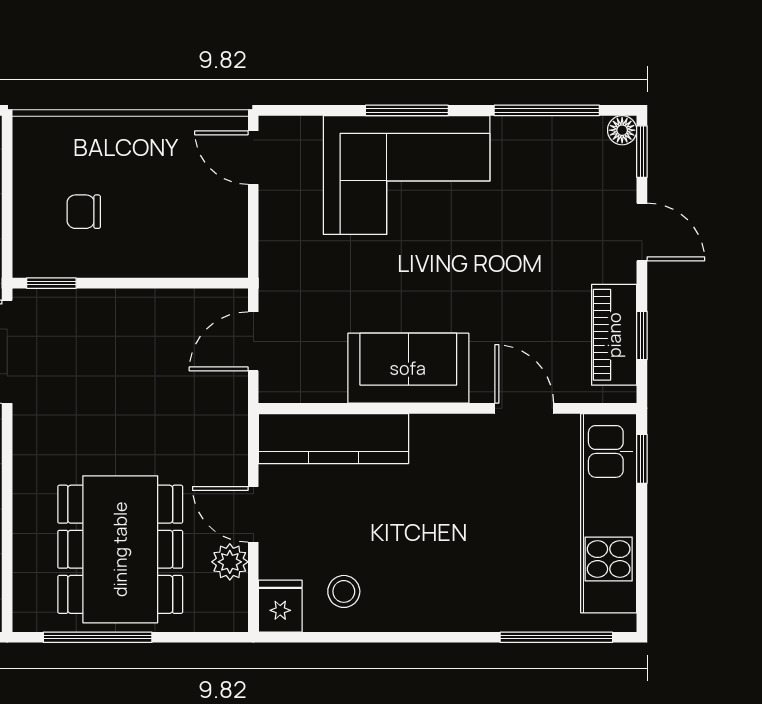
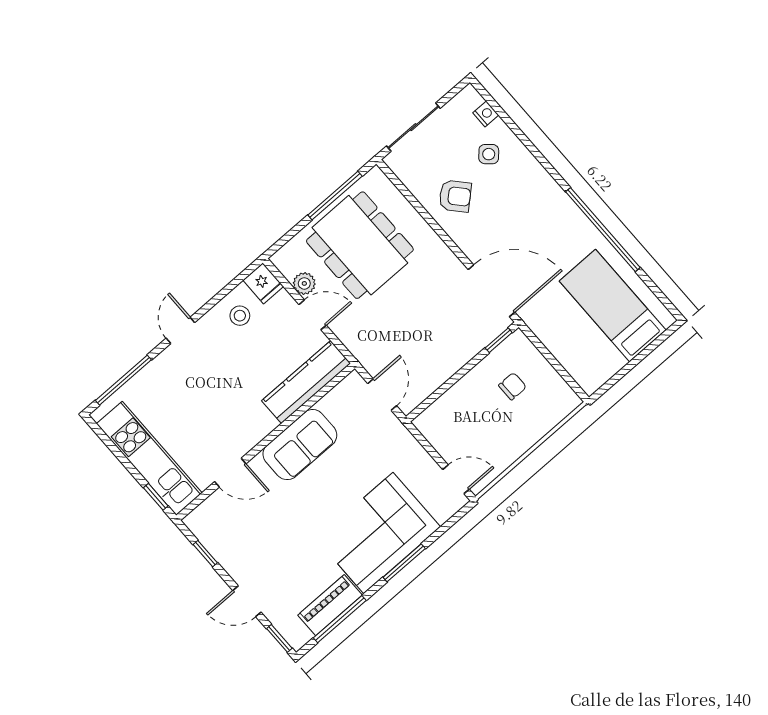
floor lamp: (622, 130) -> (297, 640), removed
piano: (614, 335) -> (330, 605), moved, turned -90
door: (433, 637) -> (180, 330), added

